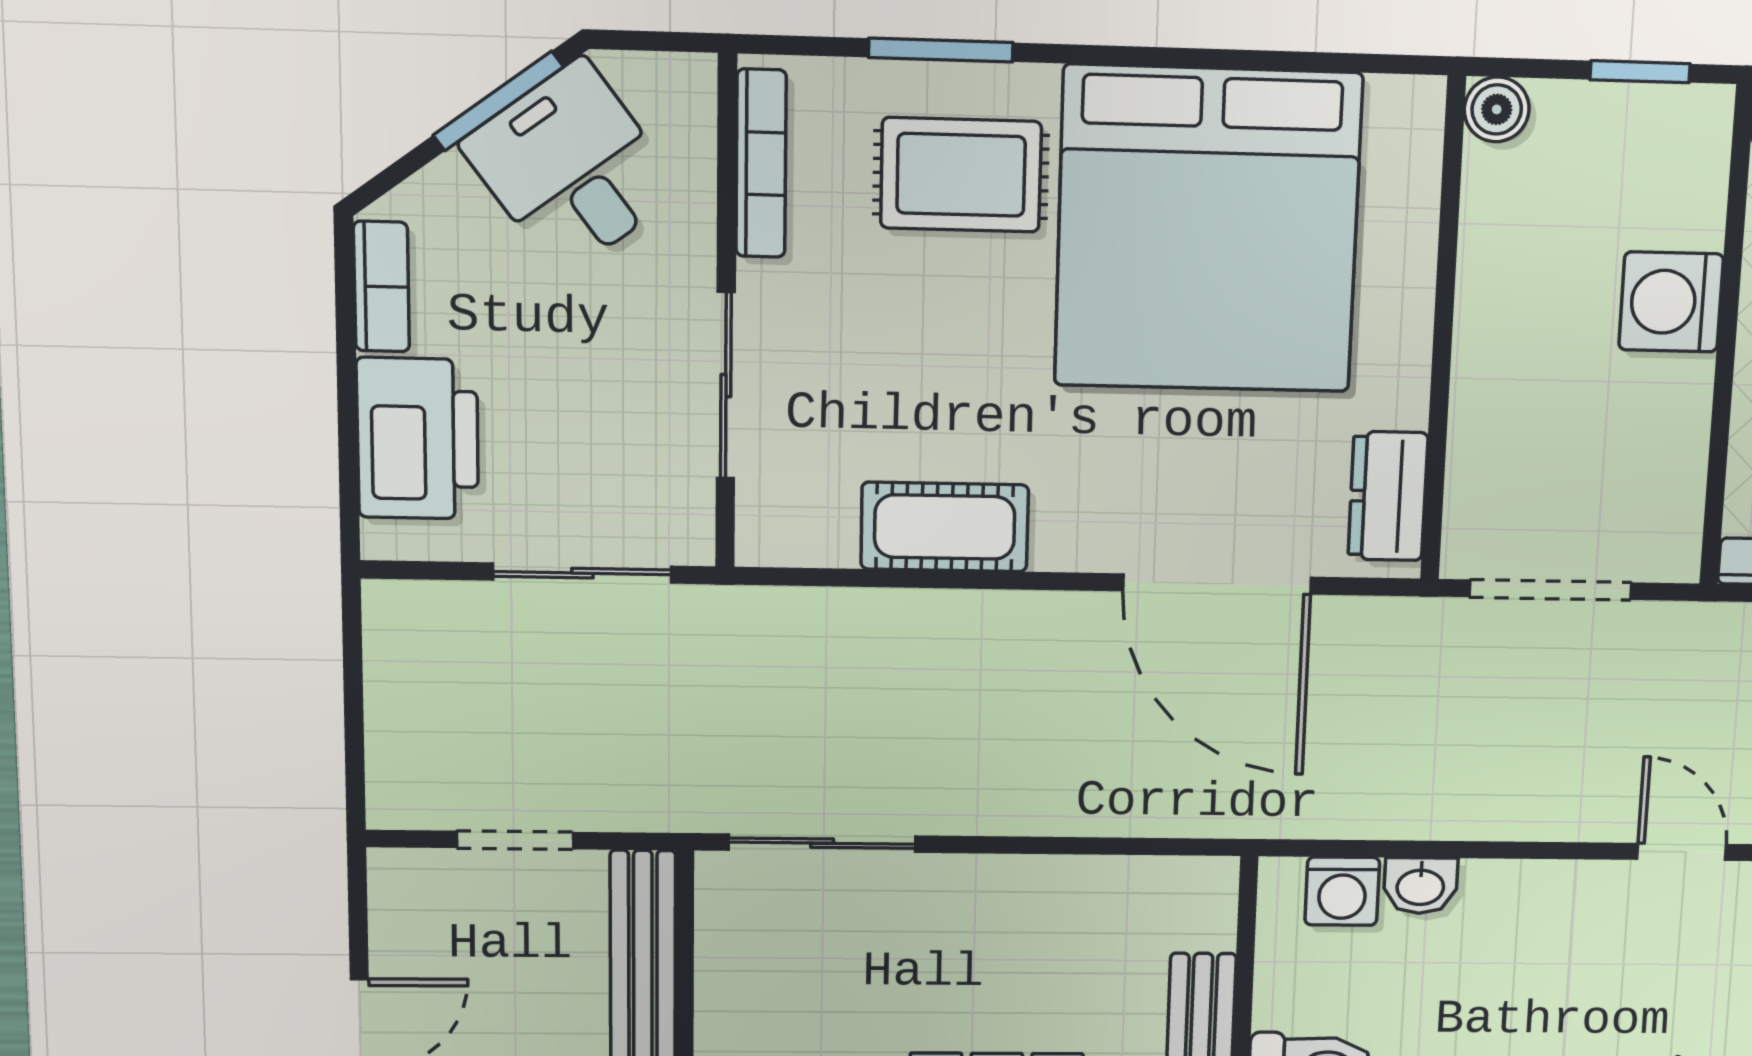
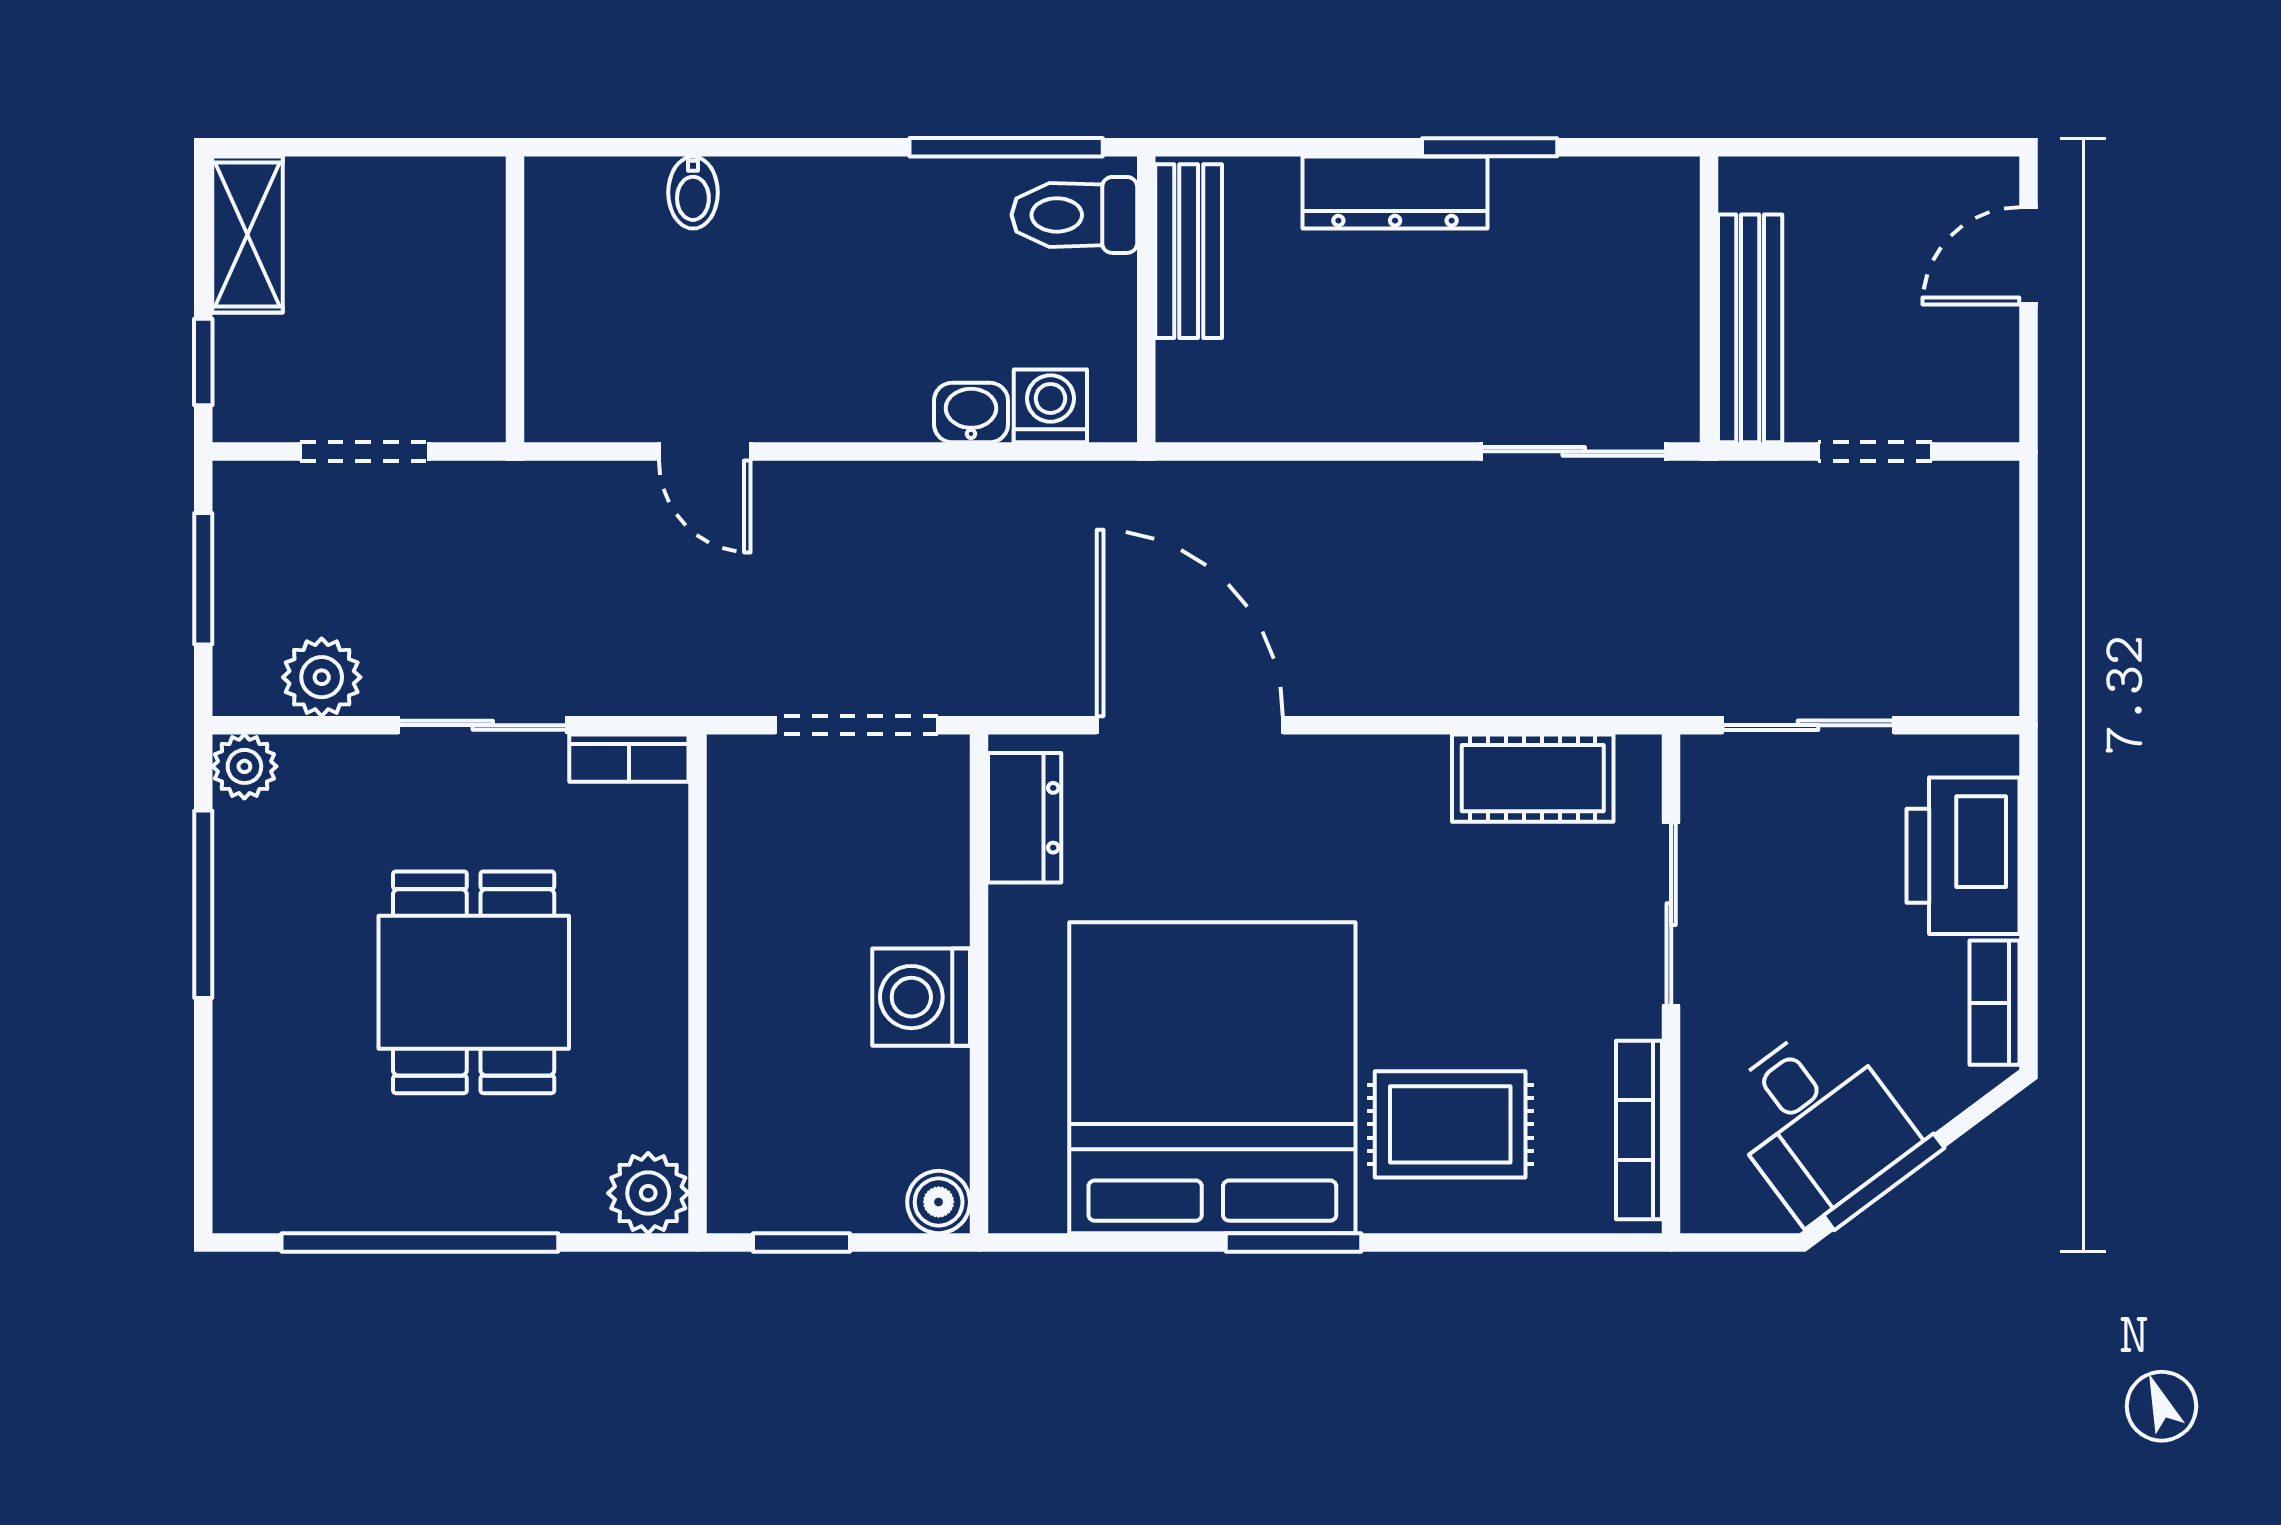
window: (941, 50) -> (1294, 1242), moved
washing machine: (1671, 302) -> (921, 997), moved, turned 180
cot: (945, 527) -> (1533, 778), moved

